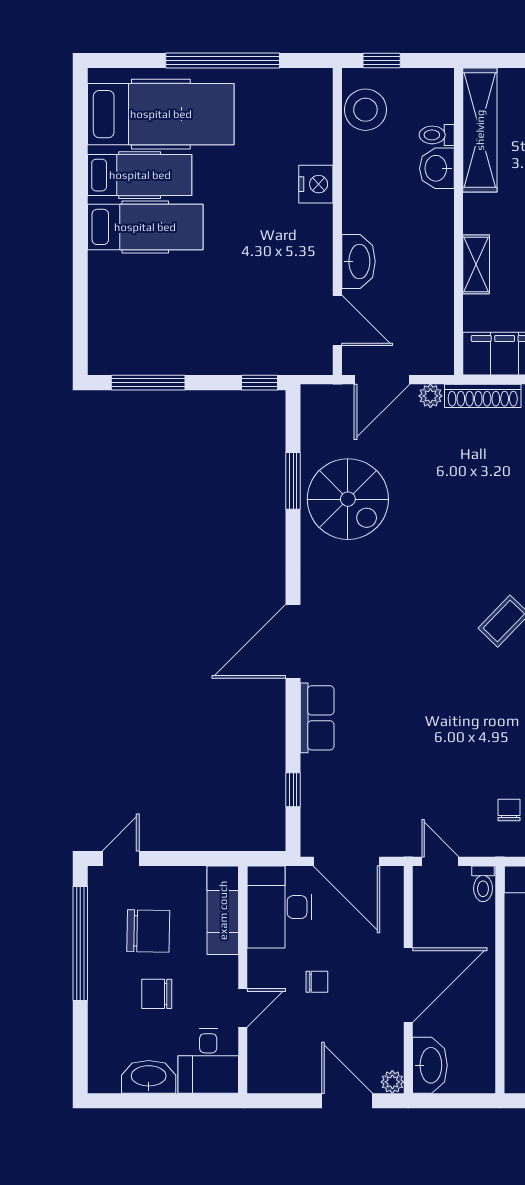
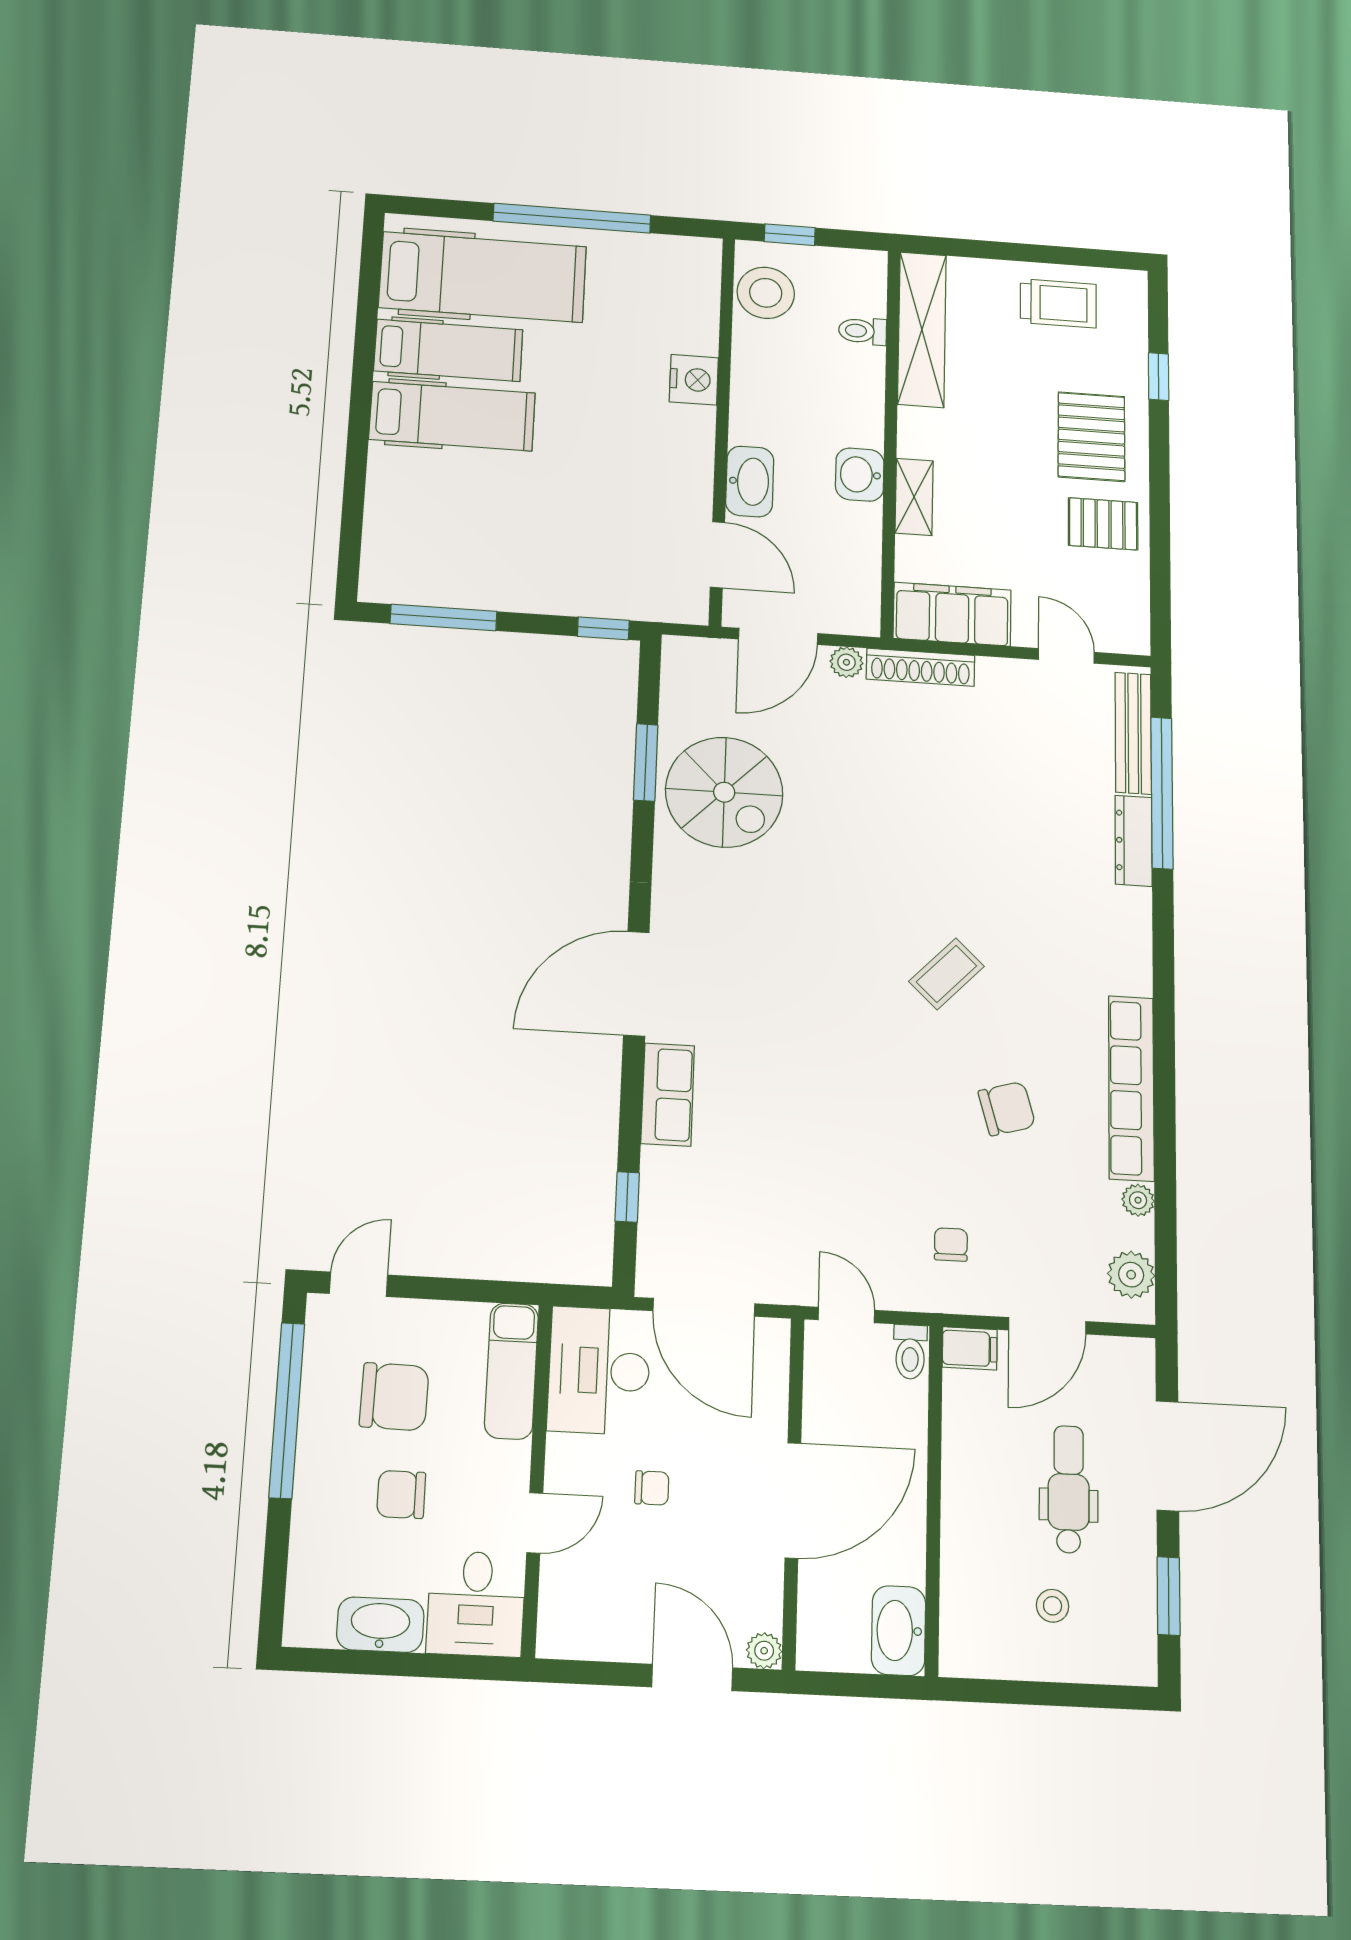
washbasin: (437, 168) -> (860, 475), moved
washbasin: (430, 1065) -> (899, 1631), moved, turned 180

